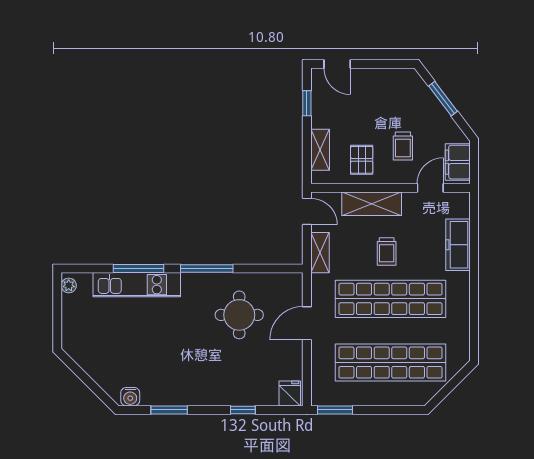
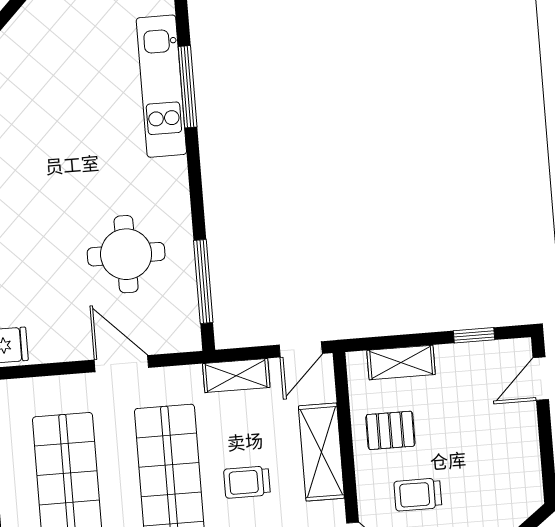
window: (207, 268) -> (203, 282), moved

